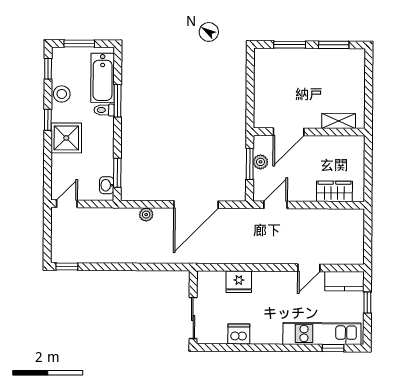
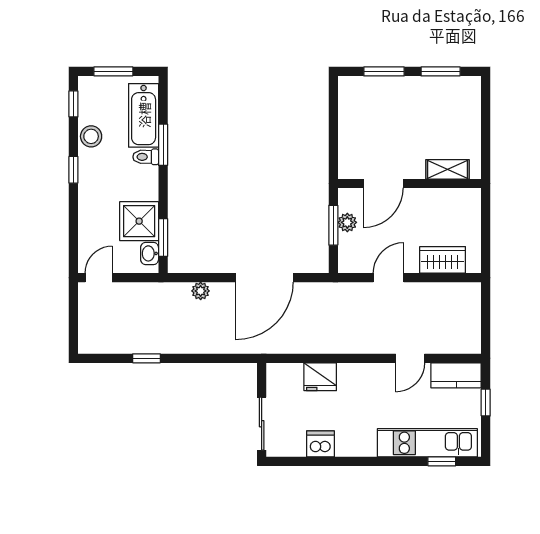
shower: (66, 138) -> (139, 221), moved
door: (276, 205) -> (388, 278), moved
window: (67, 267) -> (147, 358), moved

